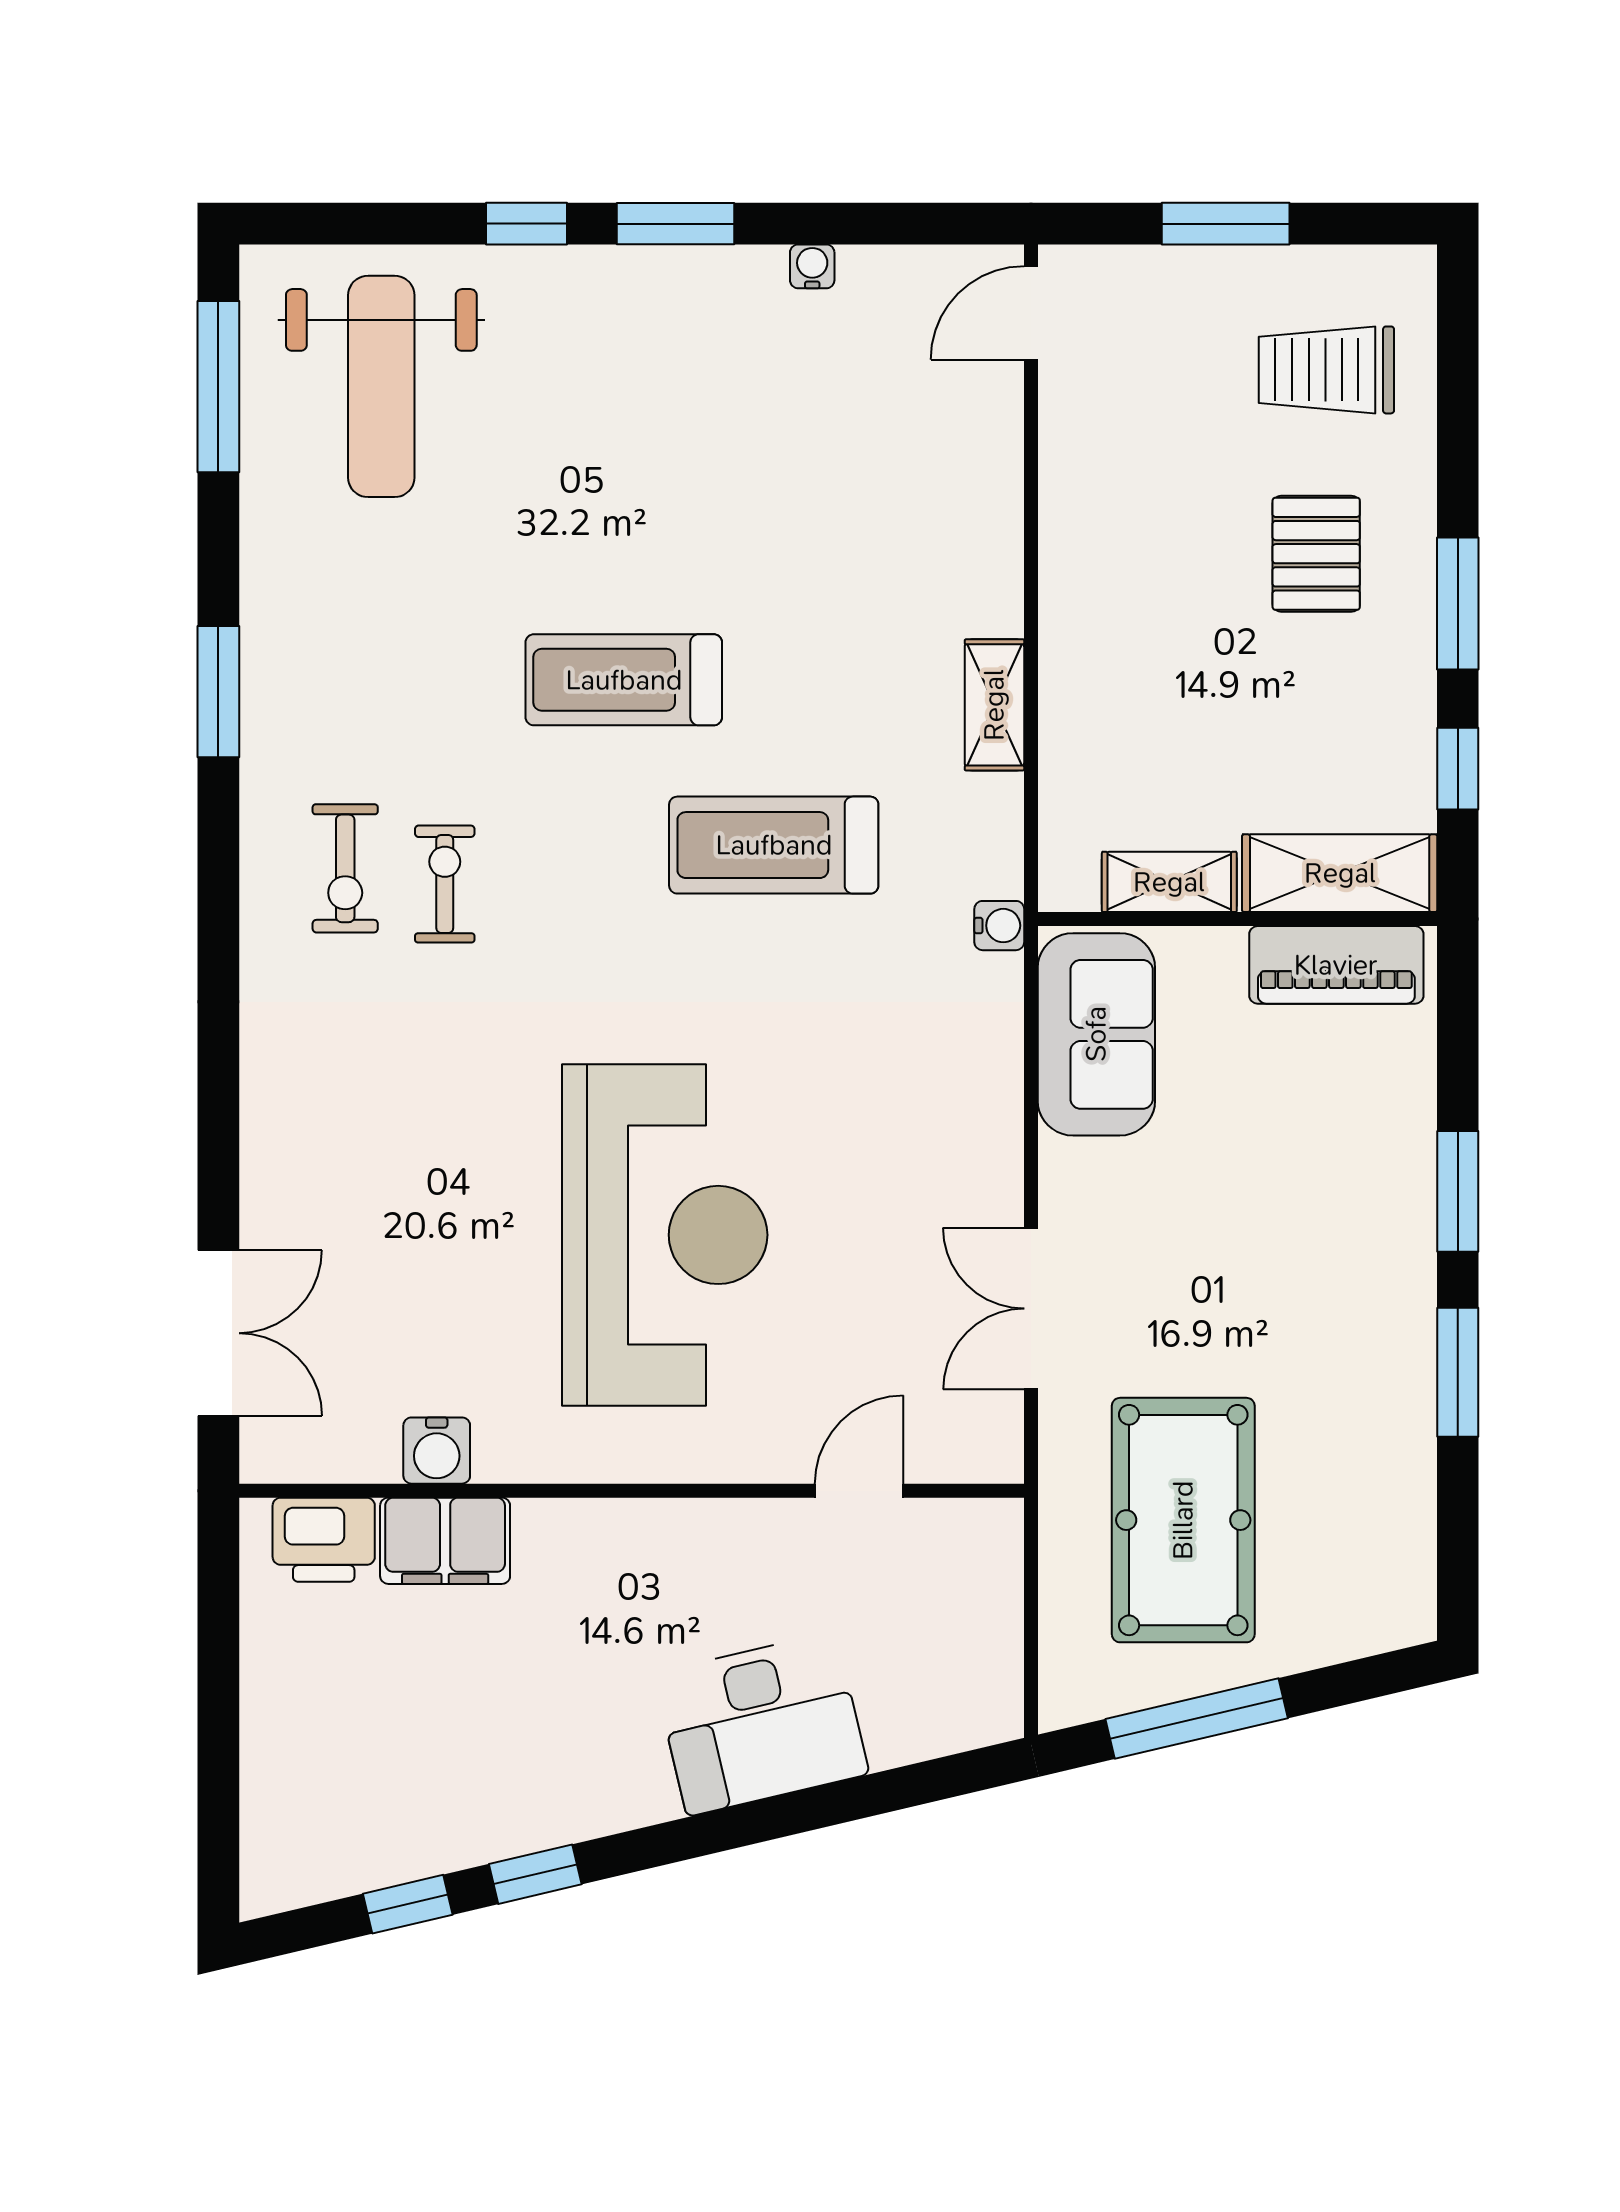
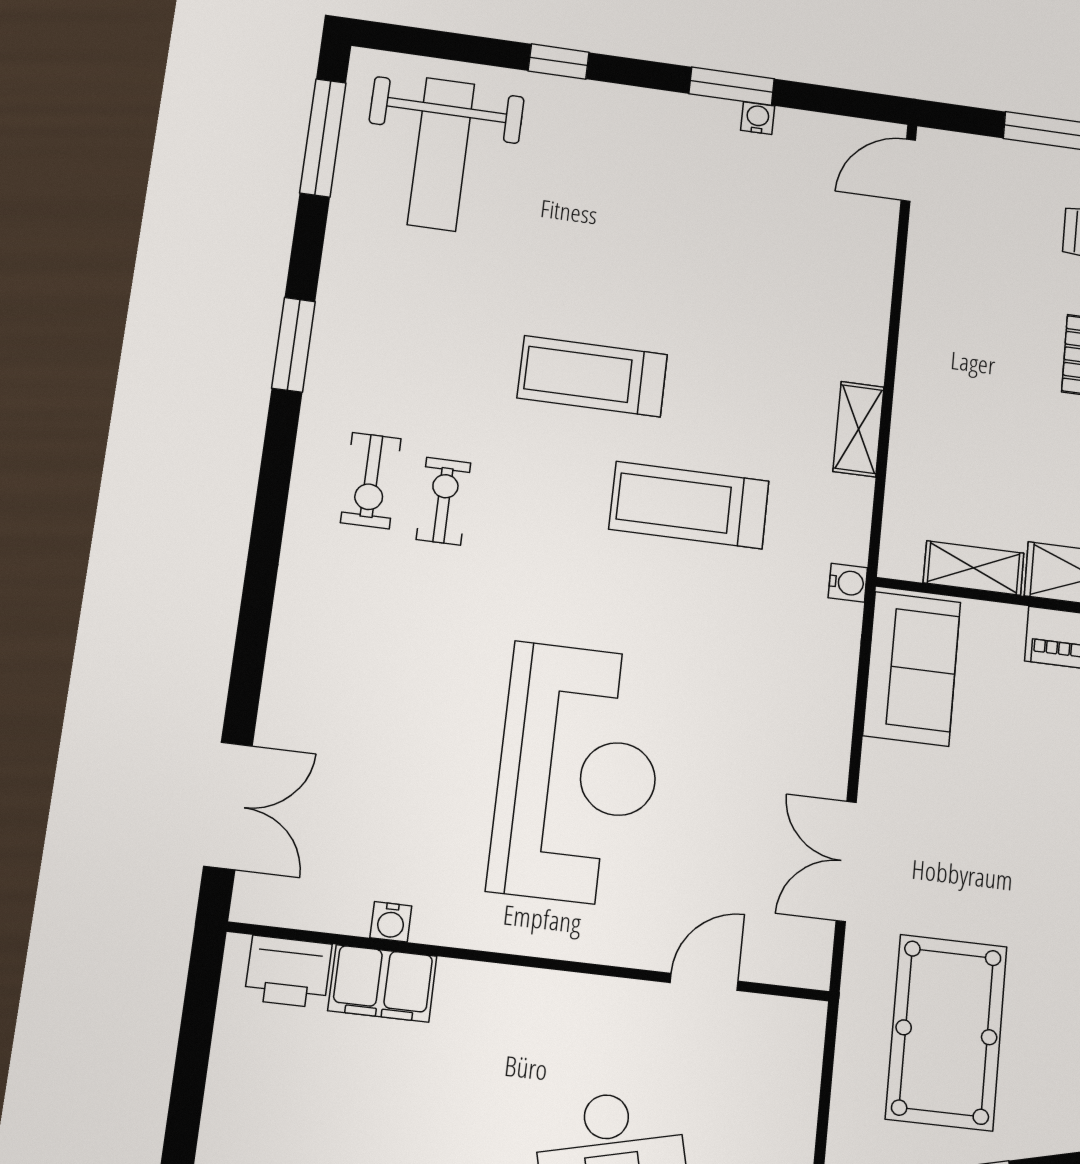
window: (676, 224) -> (732, 86), moved
water cooler: (437, 1451) -> (391, 922), width x0.72, depth x0.72

